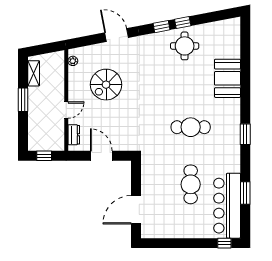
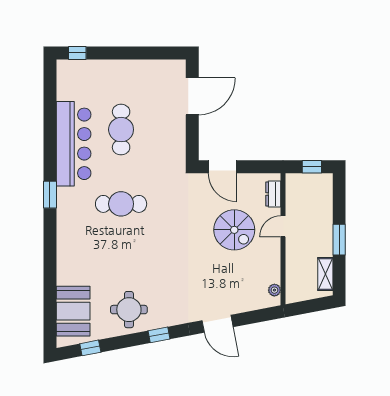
window: (183, 23) -> (90, 348), moved
booth: (228, 78) -> (73, 311), moved
spiral stairs: (106, 85) -> (234, 230), moved, turned 90
door: (101, 156) -> (222, 167), moved
window: (245, 193) -> (50, 118), removed
bar counter: (227, 206) -> (74, 144), moved

